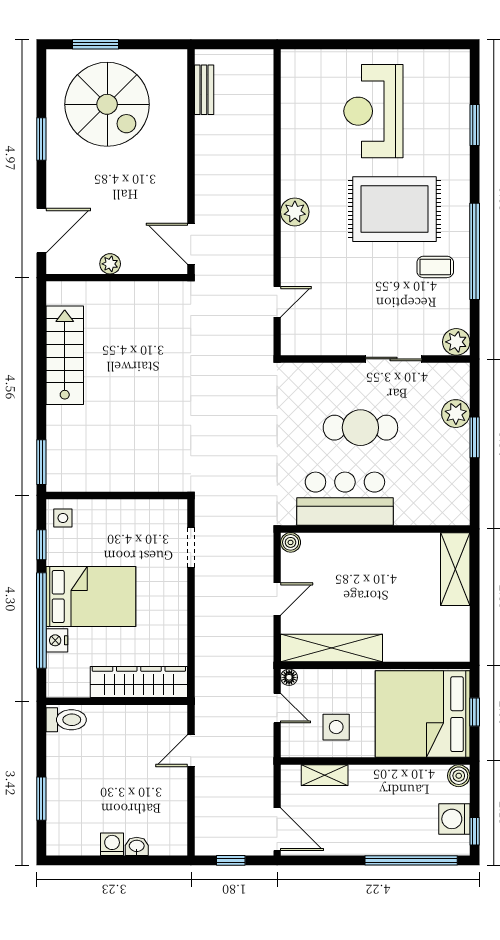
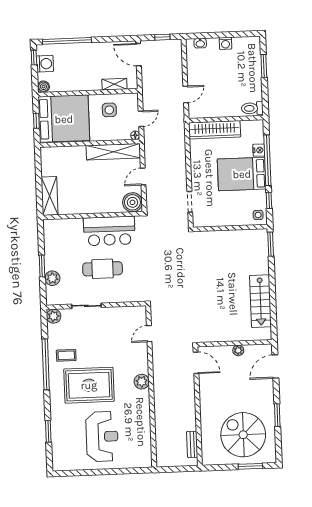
boiler: (291, 542) -> (132, 202), width x1.86, depth x1.86
door: (277, 708) -> (141, 119), swing flipped
washbasin: (137, 846) -> (200, 43), moved

